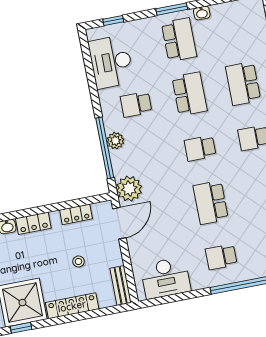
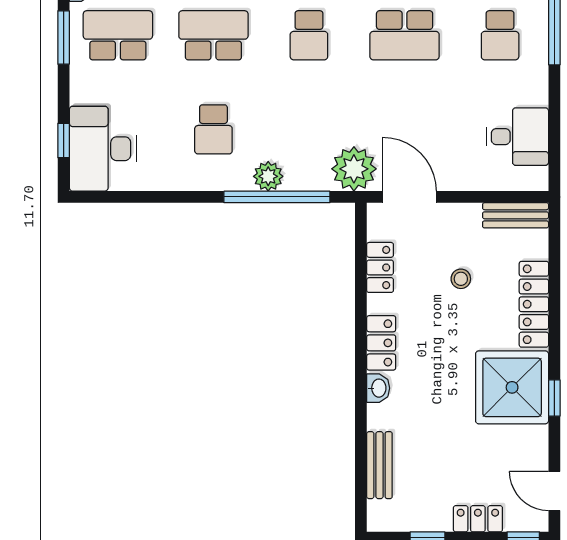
desk: (111, 62) -> (103, 149), moved, turned 90
desk: (166, 278) -> (518, 137), width x0.73

